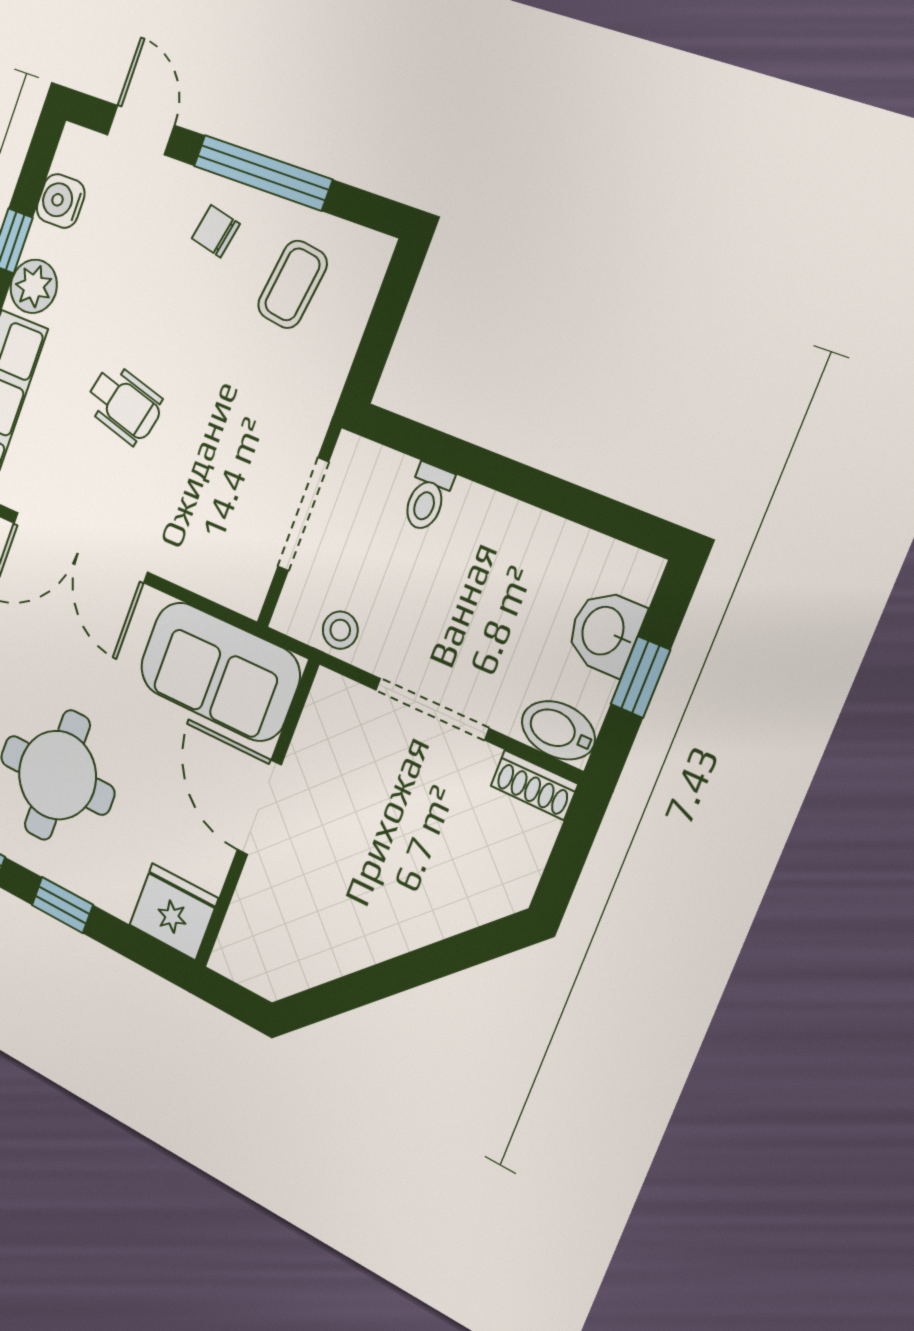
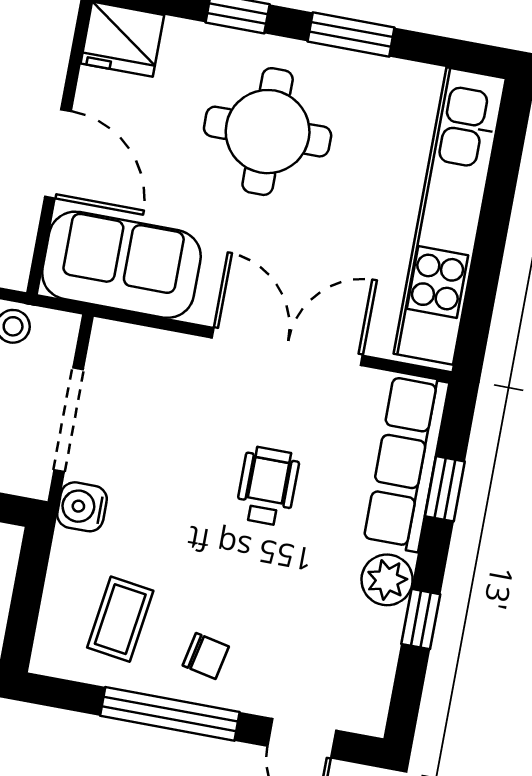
water cooler: (61, 201) -> (82, 507), moved, turned 180
wheelchair: (124, 404) -> (267, 486), turned 76

